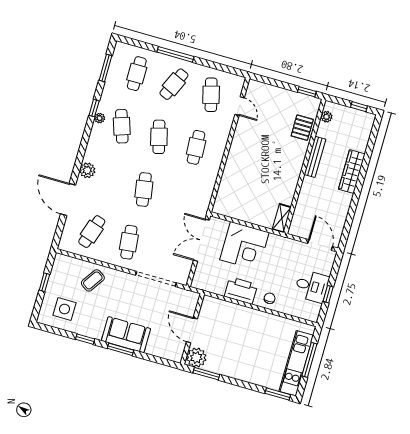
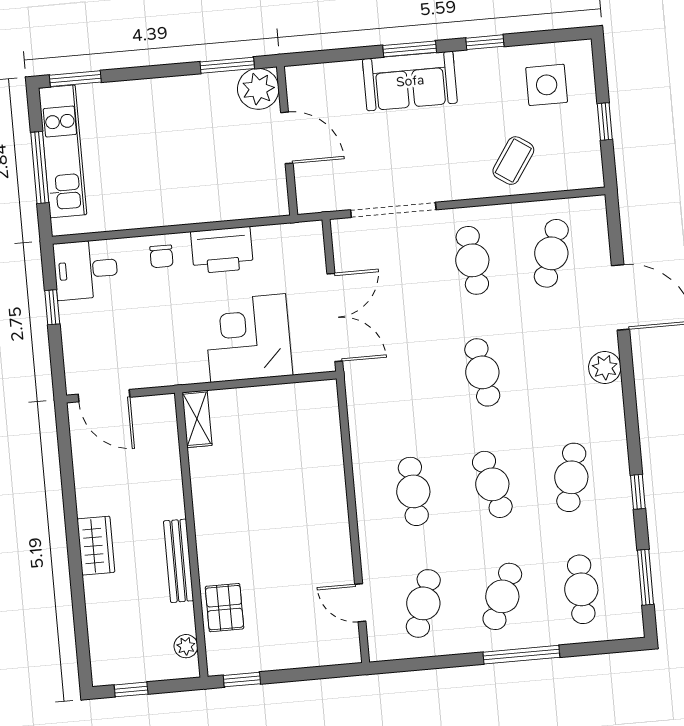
cafe table: (211, 95) -> (423, 603), turned 33
plant: (100, 118) -> (620, 477), removed
cafe table: (122, 126) -> (571, 477), turned 30
wardrobe: (352, 172) -> (96, 546), width x0.67
desk: (312, 286) -> (86, 270), moved

